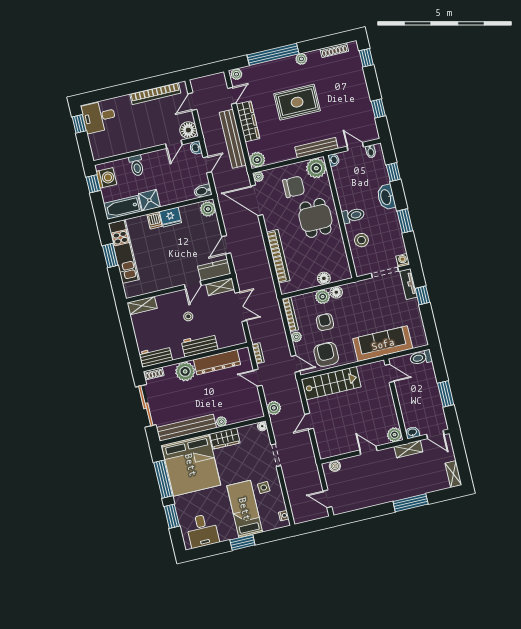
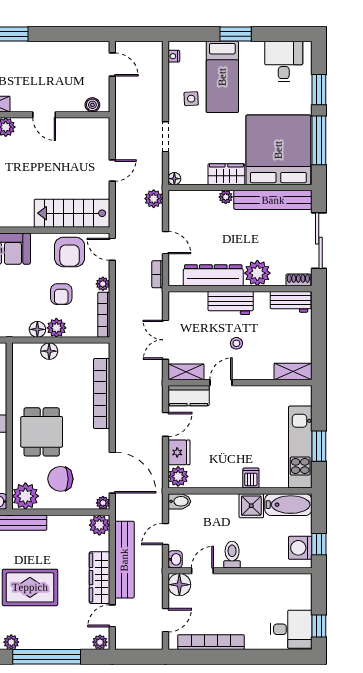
toilet: (137, 165) -> (232, 555), moved
fridge: (171, 217) -> (179, 452), moved, turned 90

